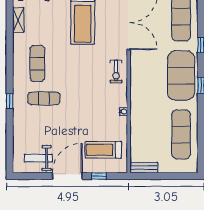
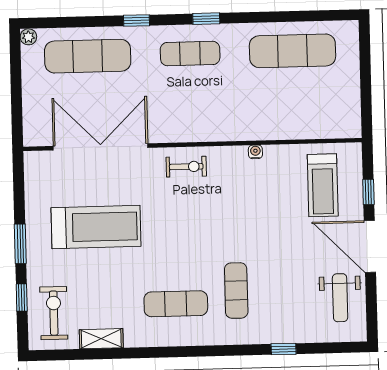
exercise mat: (181, 75) -> (190, 53), width x0.50, depth x0.69
window: (10, 101) -> (284, 349), moved
bench: (144, 168) -> (352, 114), removed

